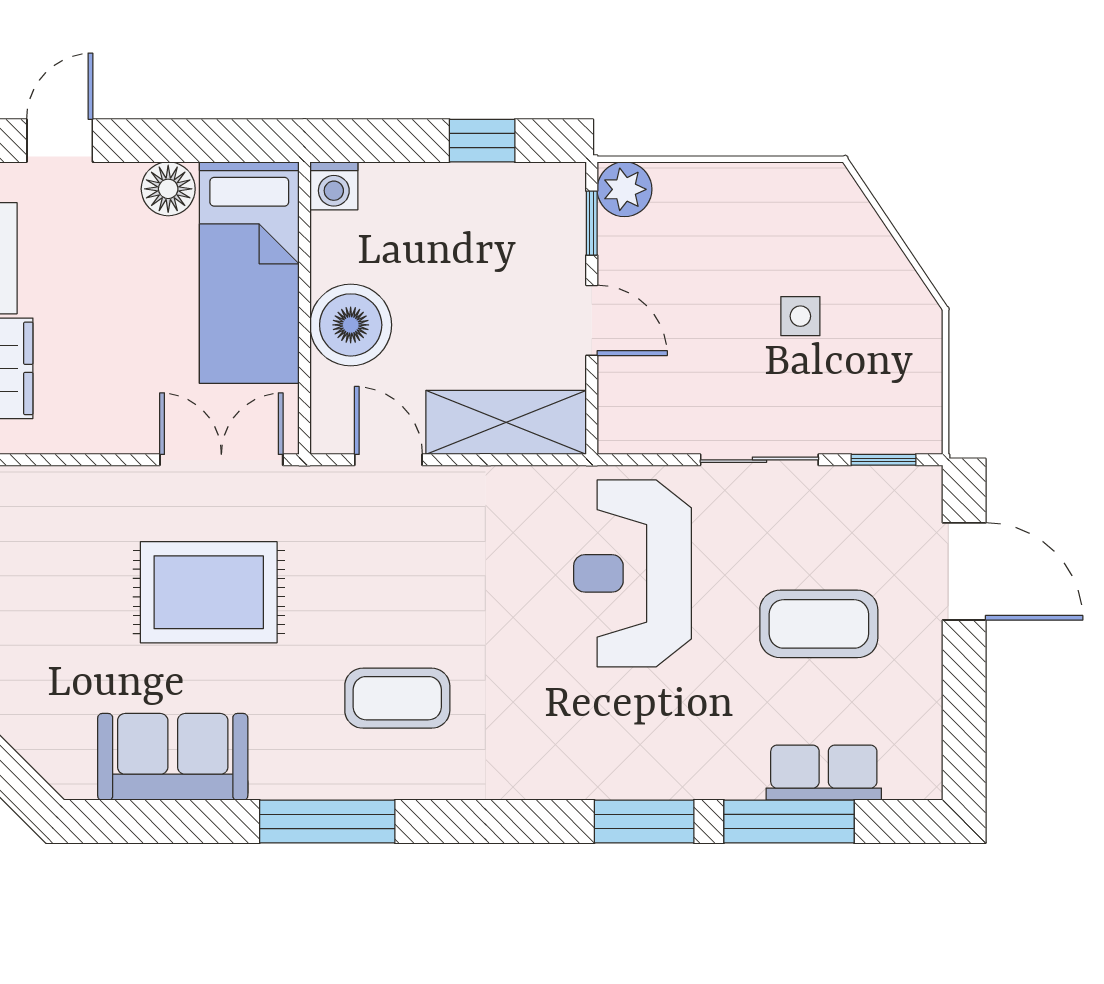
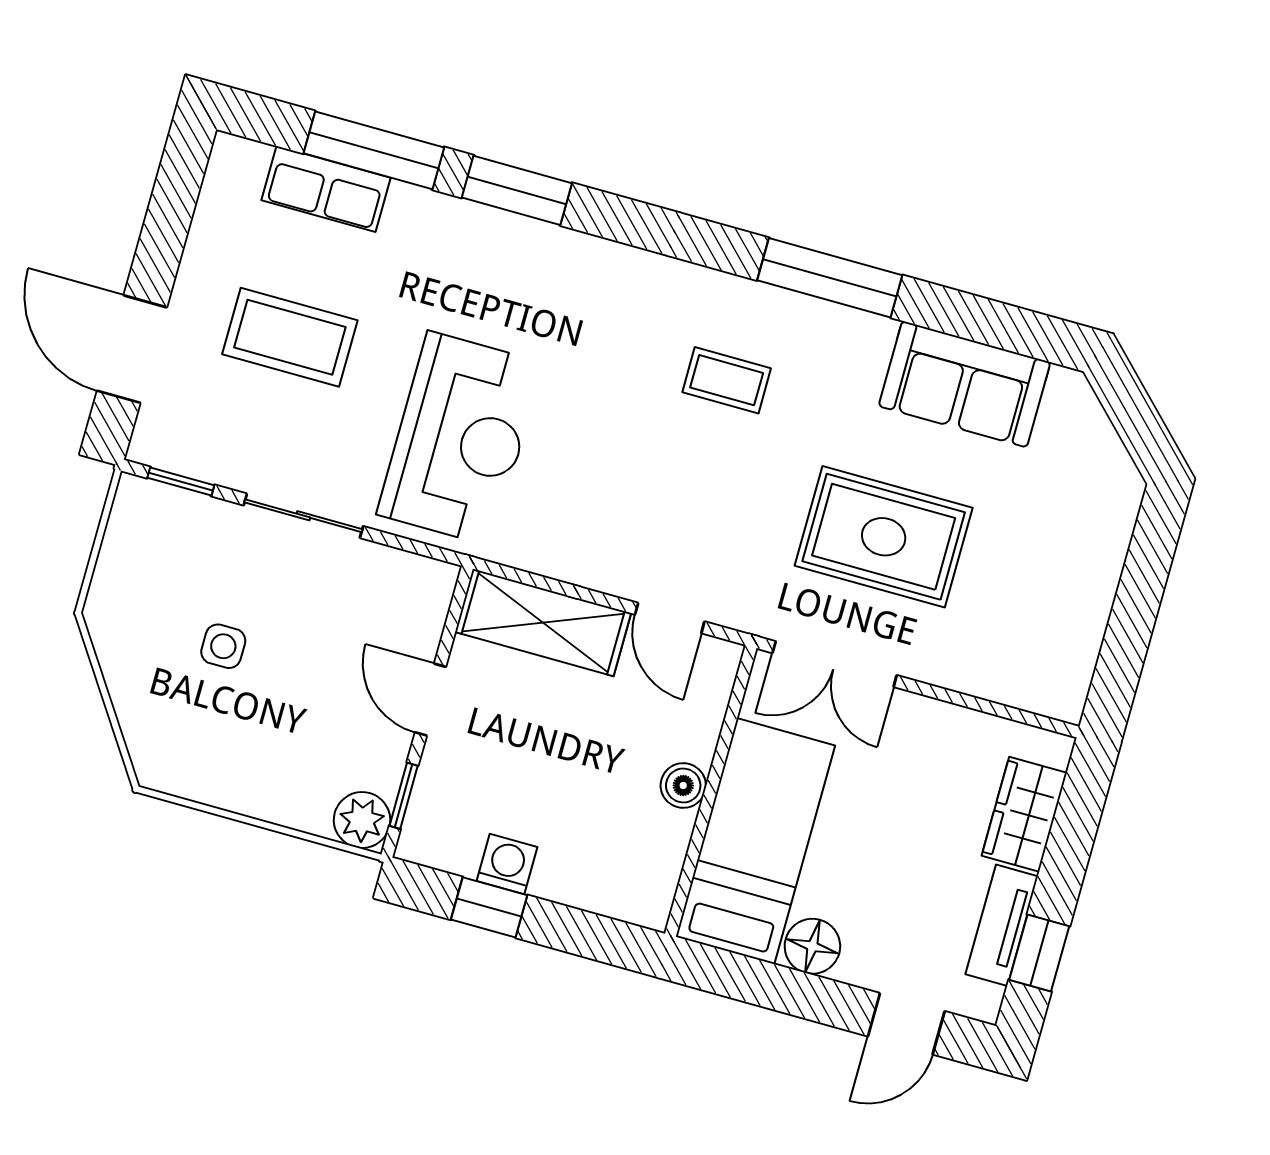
washing machine: (334, 186) -> (507, 864), moved
boiler: (351, 325) -> (683, 785), width x0.54, depth x0.54
coffee table: (397, 698) -> (727, 380), width x0.73, depth x0.77

